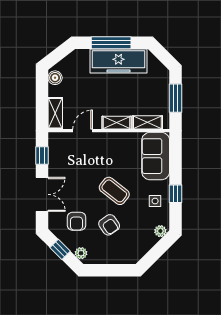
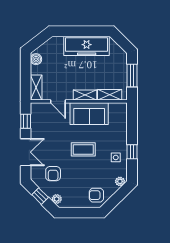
window: (111, 43) -> (81, 31), removed
door: (83, 131) -> (58, 101), swing flipped
sofa: (156, 156) -> (89, 114), moved, turned -90
coffee table: (114, 191) -> (83, 149), turned -38
armchair: (109, 225) -> (96, 195), moved, turned 125

